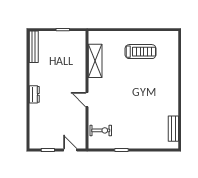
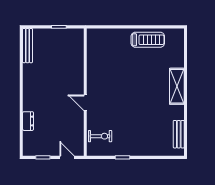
treadmill: (141, 52) -> (148, 40), moved
shelving: (95, 61) -> (177, 86), moved
dresser: (34, 94) -> (28, 121), moved

